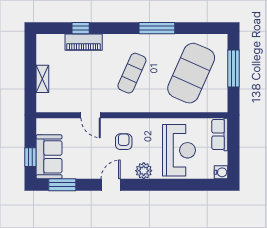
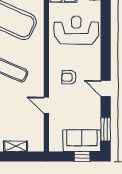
door: (91, 115) -> (46, 105), swing flipped
plant: (144, 171) -> (94, 60), removed

